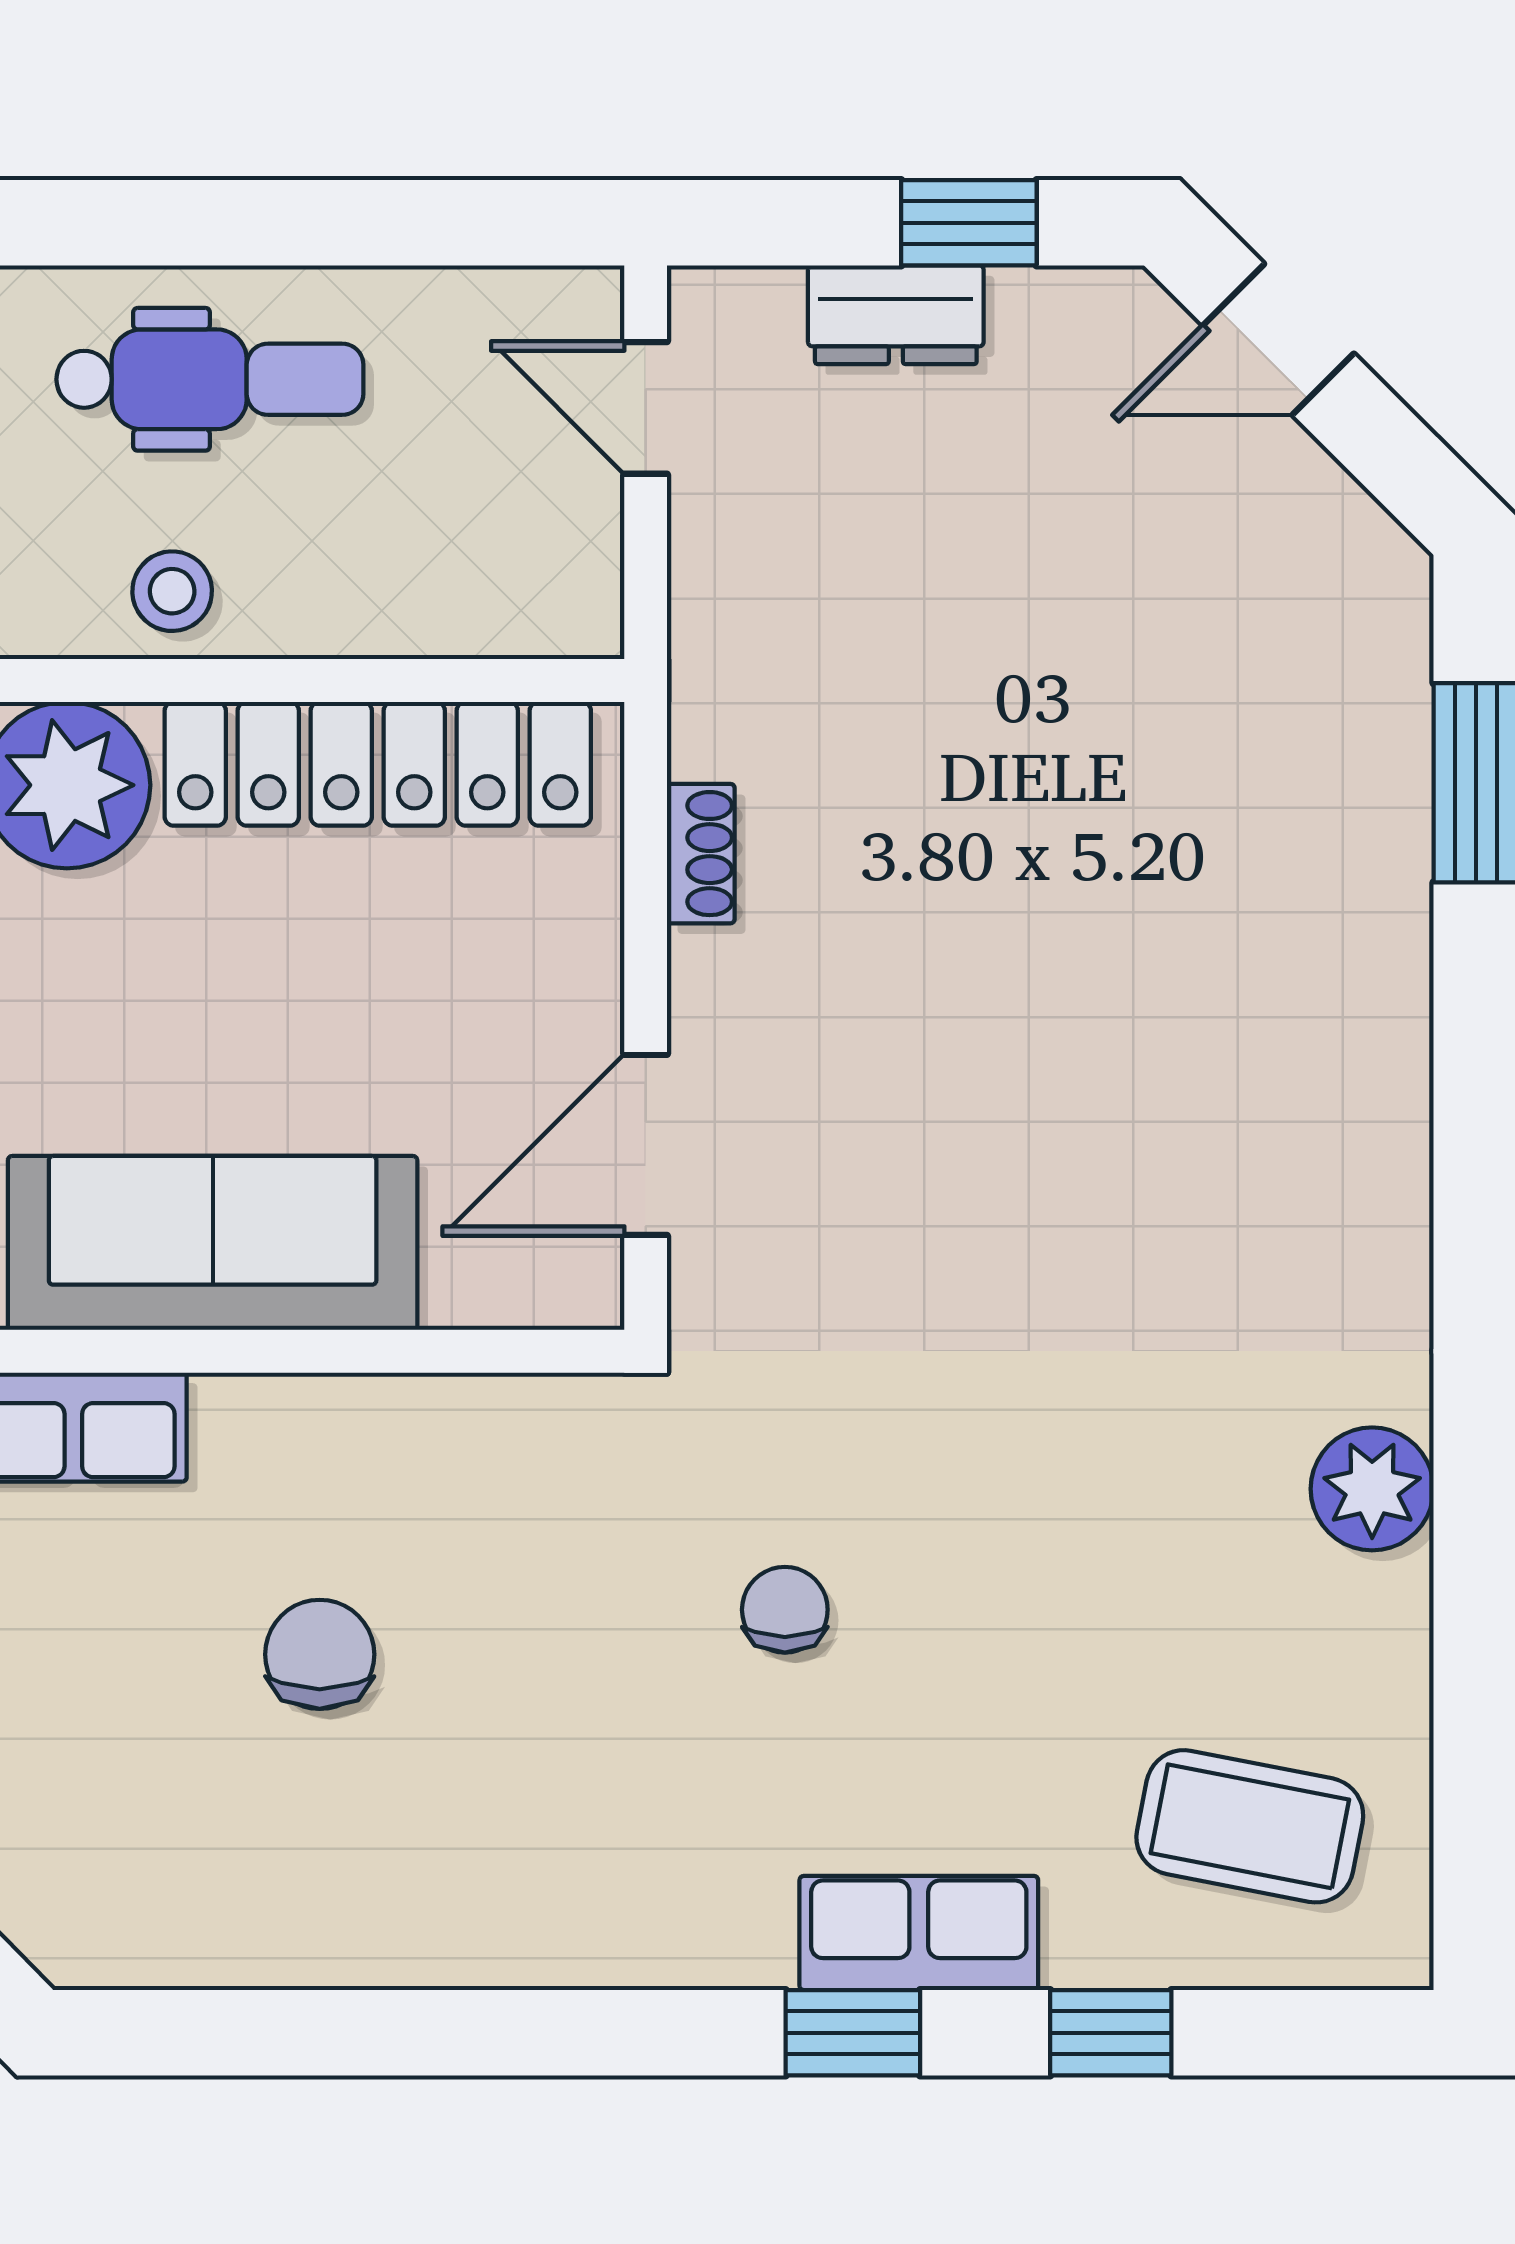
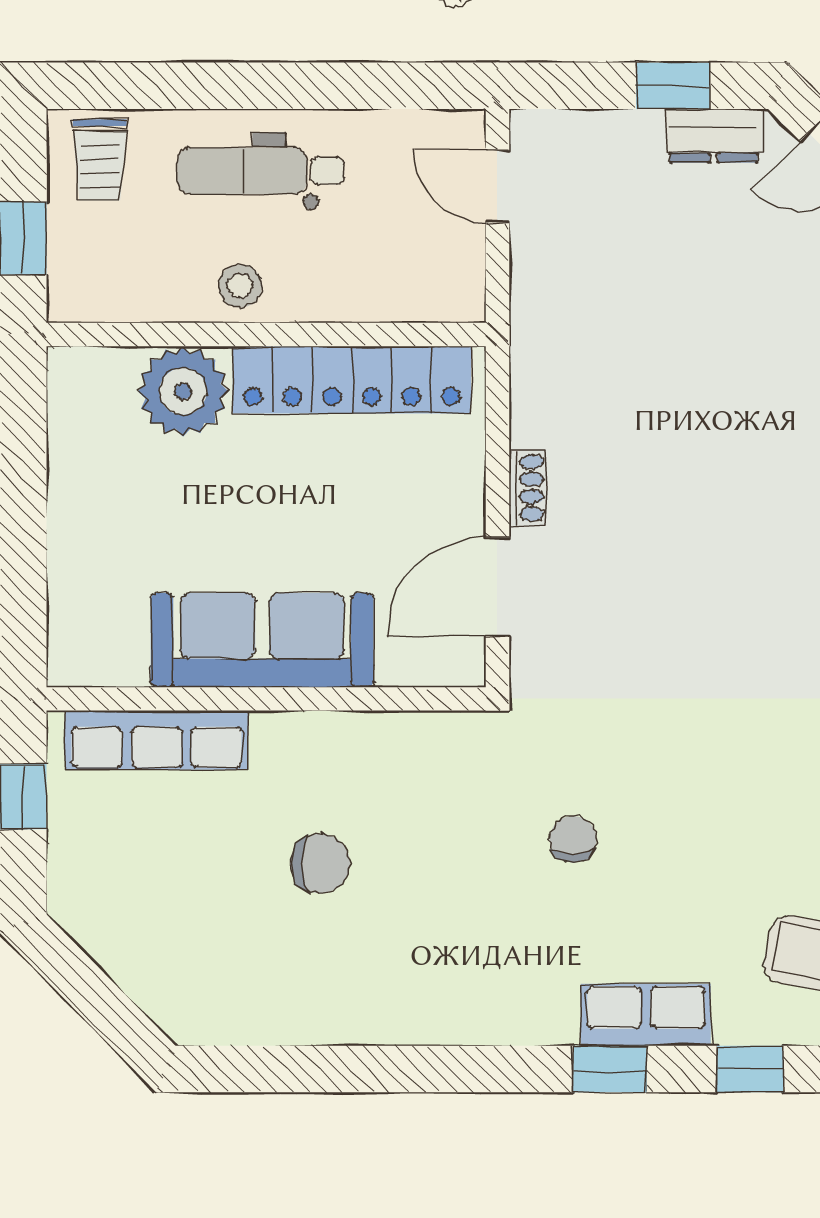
dresser: (896, 315) -> (714, 136), moved
dental chair: (210, 379) -> (261, 171), turned 180
shoe rack: (701, 854) -> (527, 488), moved
chair: (320, 1654) -> (320, 864), turned 90

